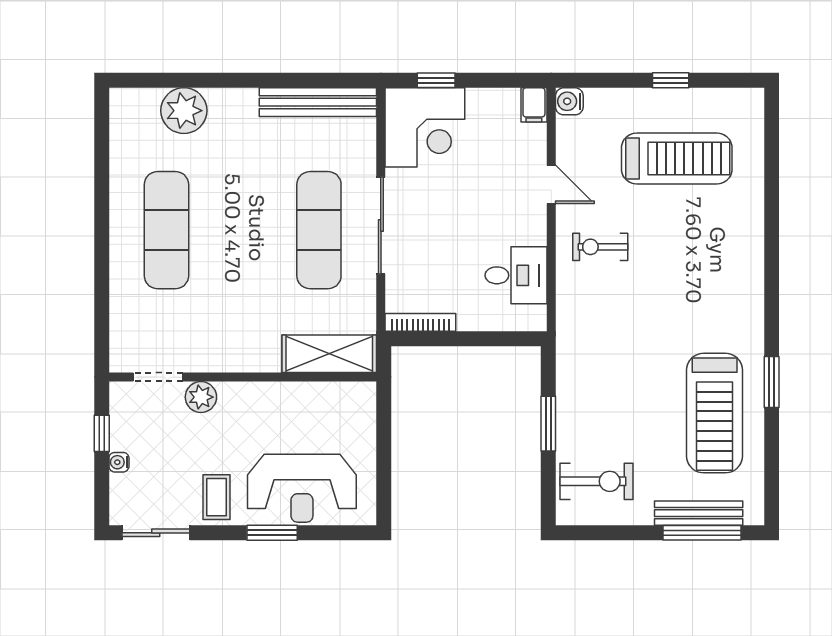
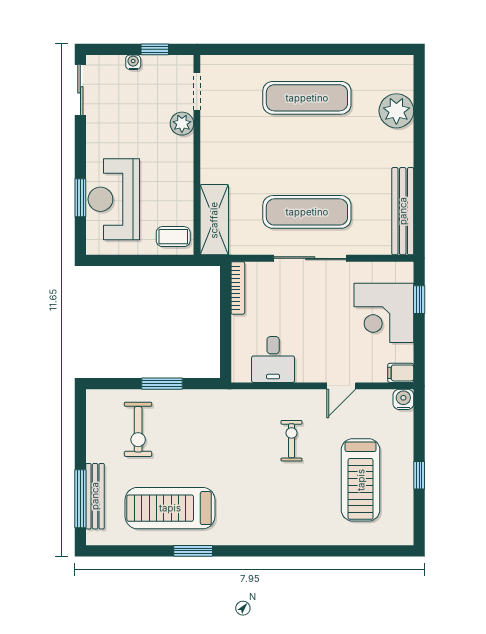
corner desk: (425, 127) -> (384, 313), moved
exercise bike: (600, 247) -> (291, 441), moved
exercise bike: (597, 481) -> (138, 429), moved
coffee table: (216, 497) -> (173, 237), moved
window: (272, 533) -> (80, 198), moved

